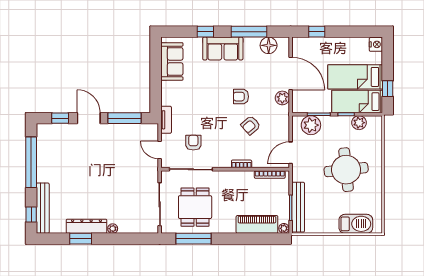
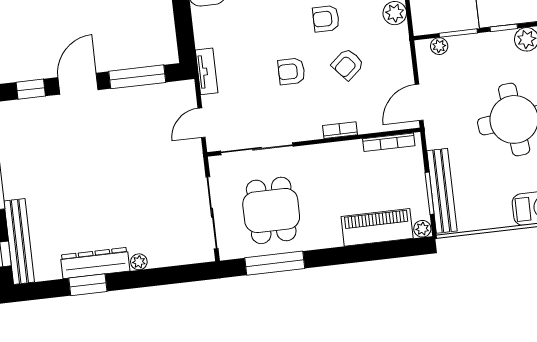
door: (89, 118) -> (78, 84), hinge flipped
plant: (311, 125) -> (439, 46), width x0.53, depth x0.53
armchair: (193, 143) -> (291, 71), moved, turned -90
door: (160, 150) -> (202, 123), hinge flipped

